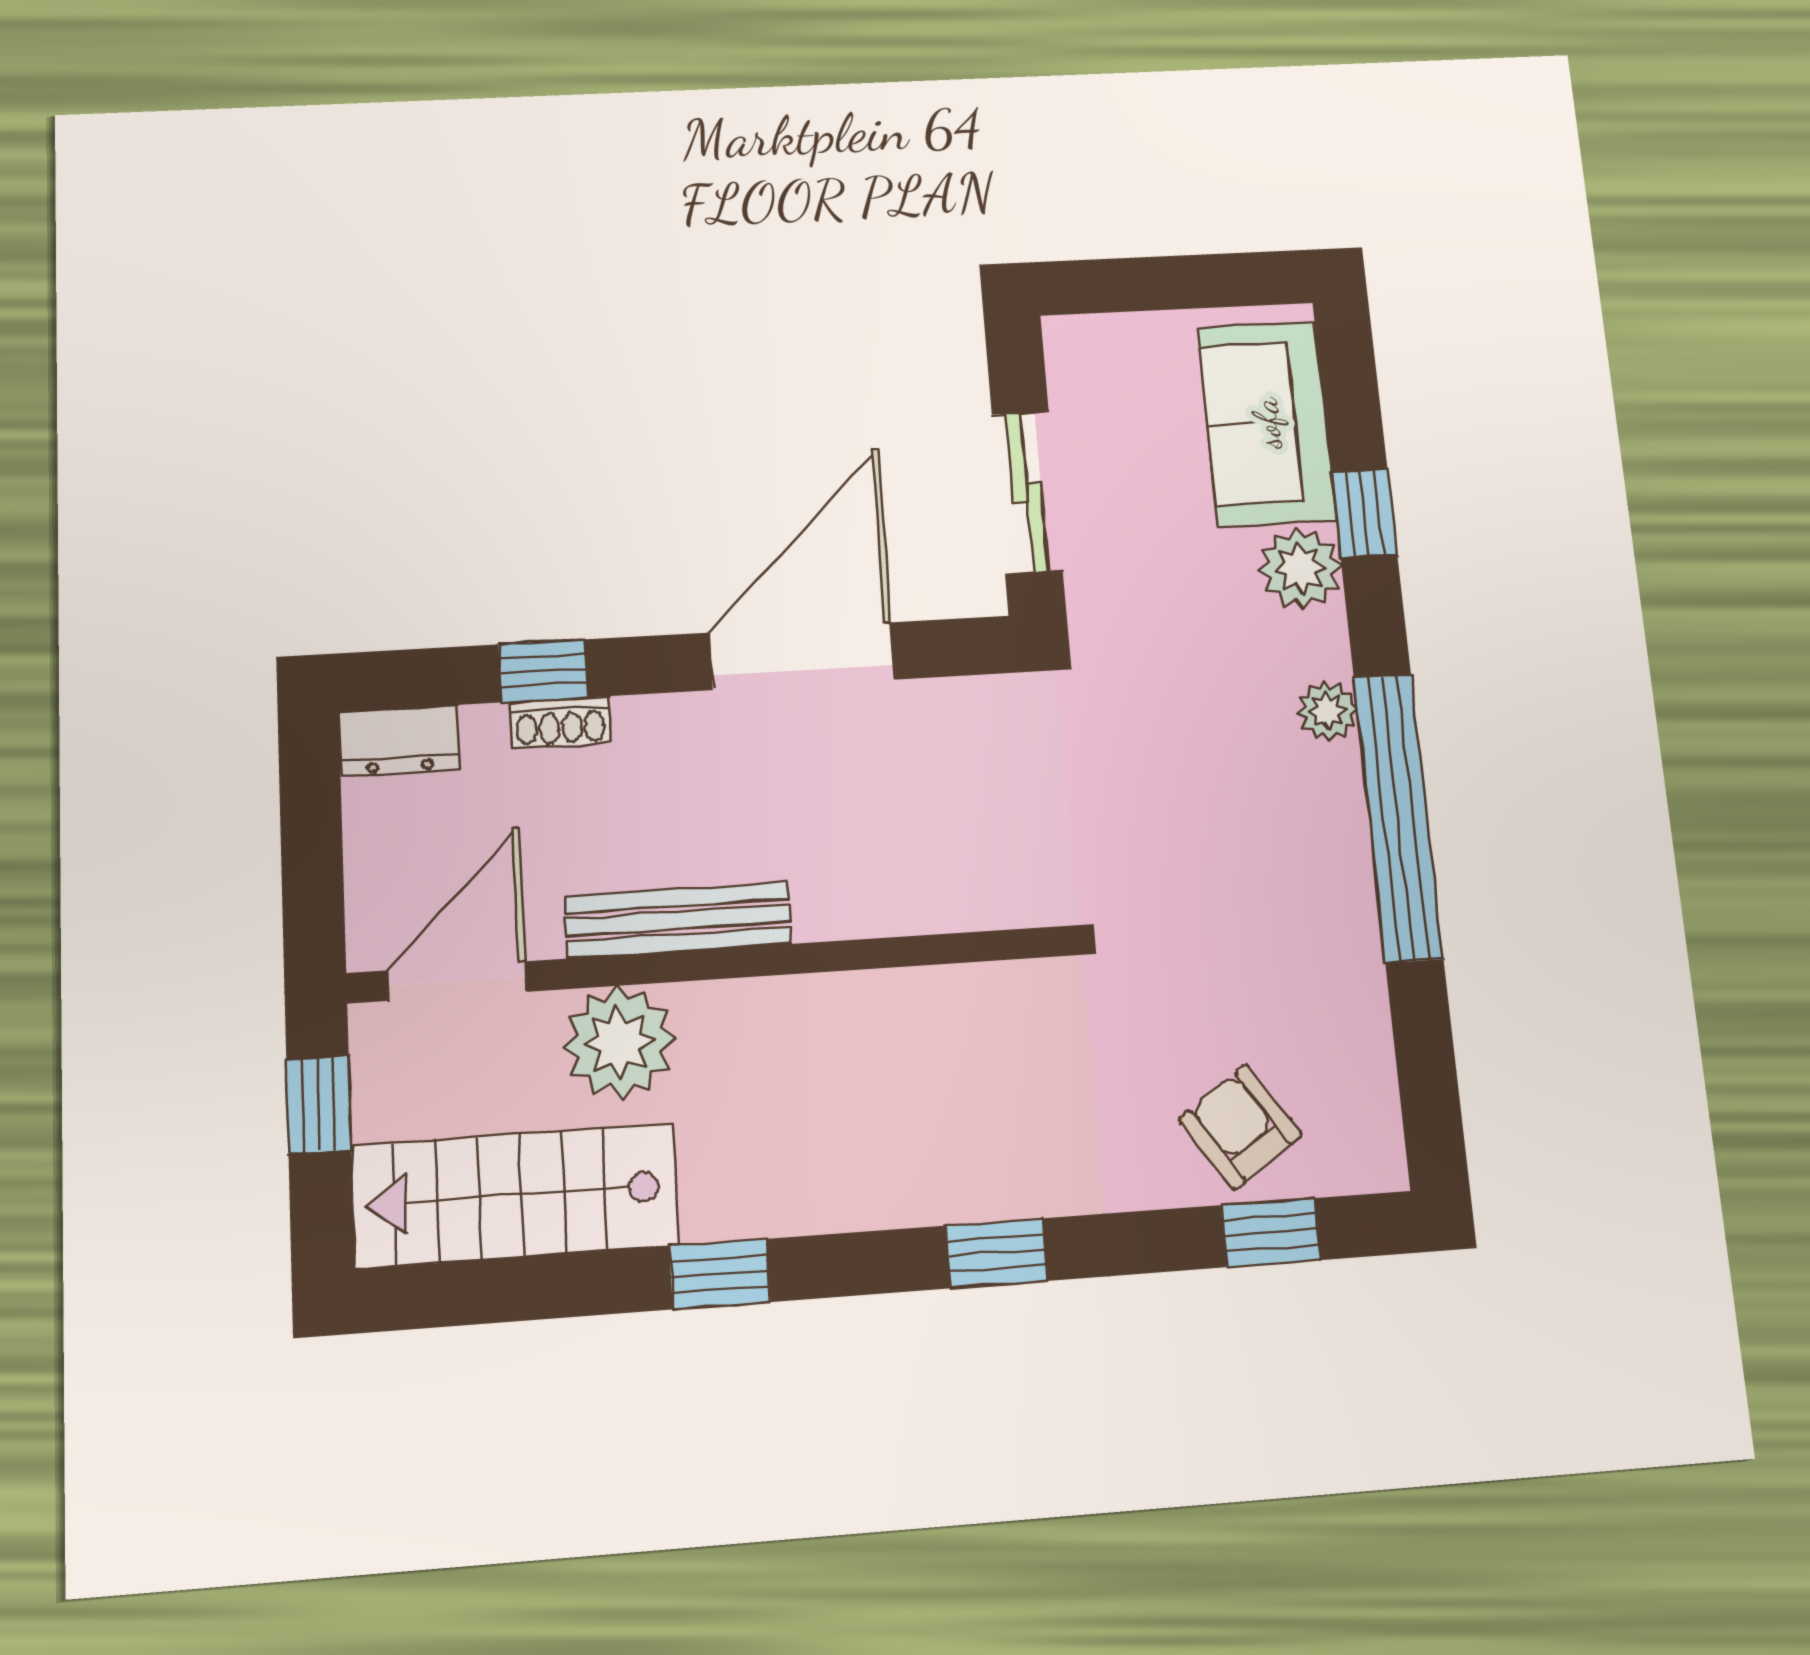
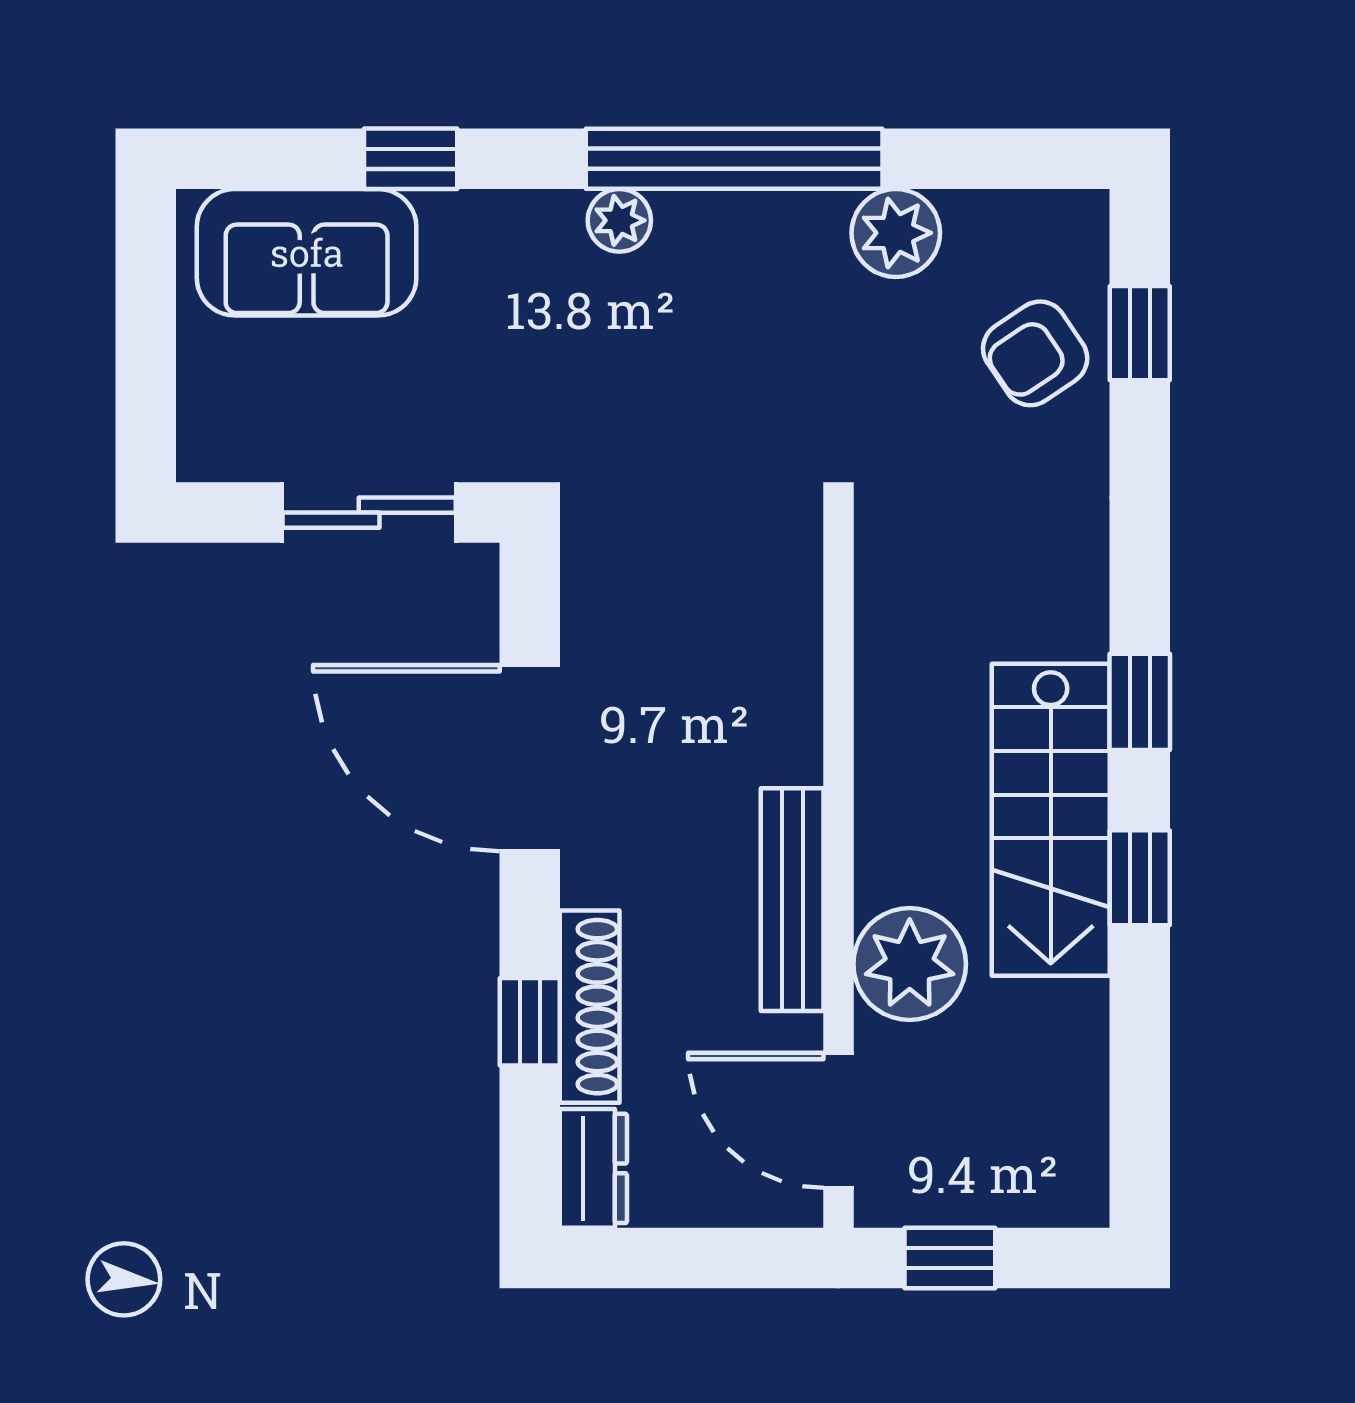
plant: (1300, 568) -> (896, 233), moved
shoe rack: (560, 722) -> (590, 1007), width x1.94, depth x1.24
stairs: (515, 1196) -> (1051, 820), moved
window: (997, 1253) -> (1140, 702), moved

